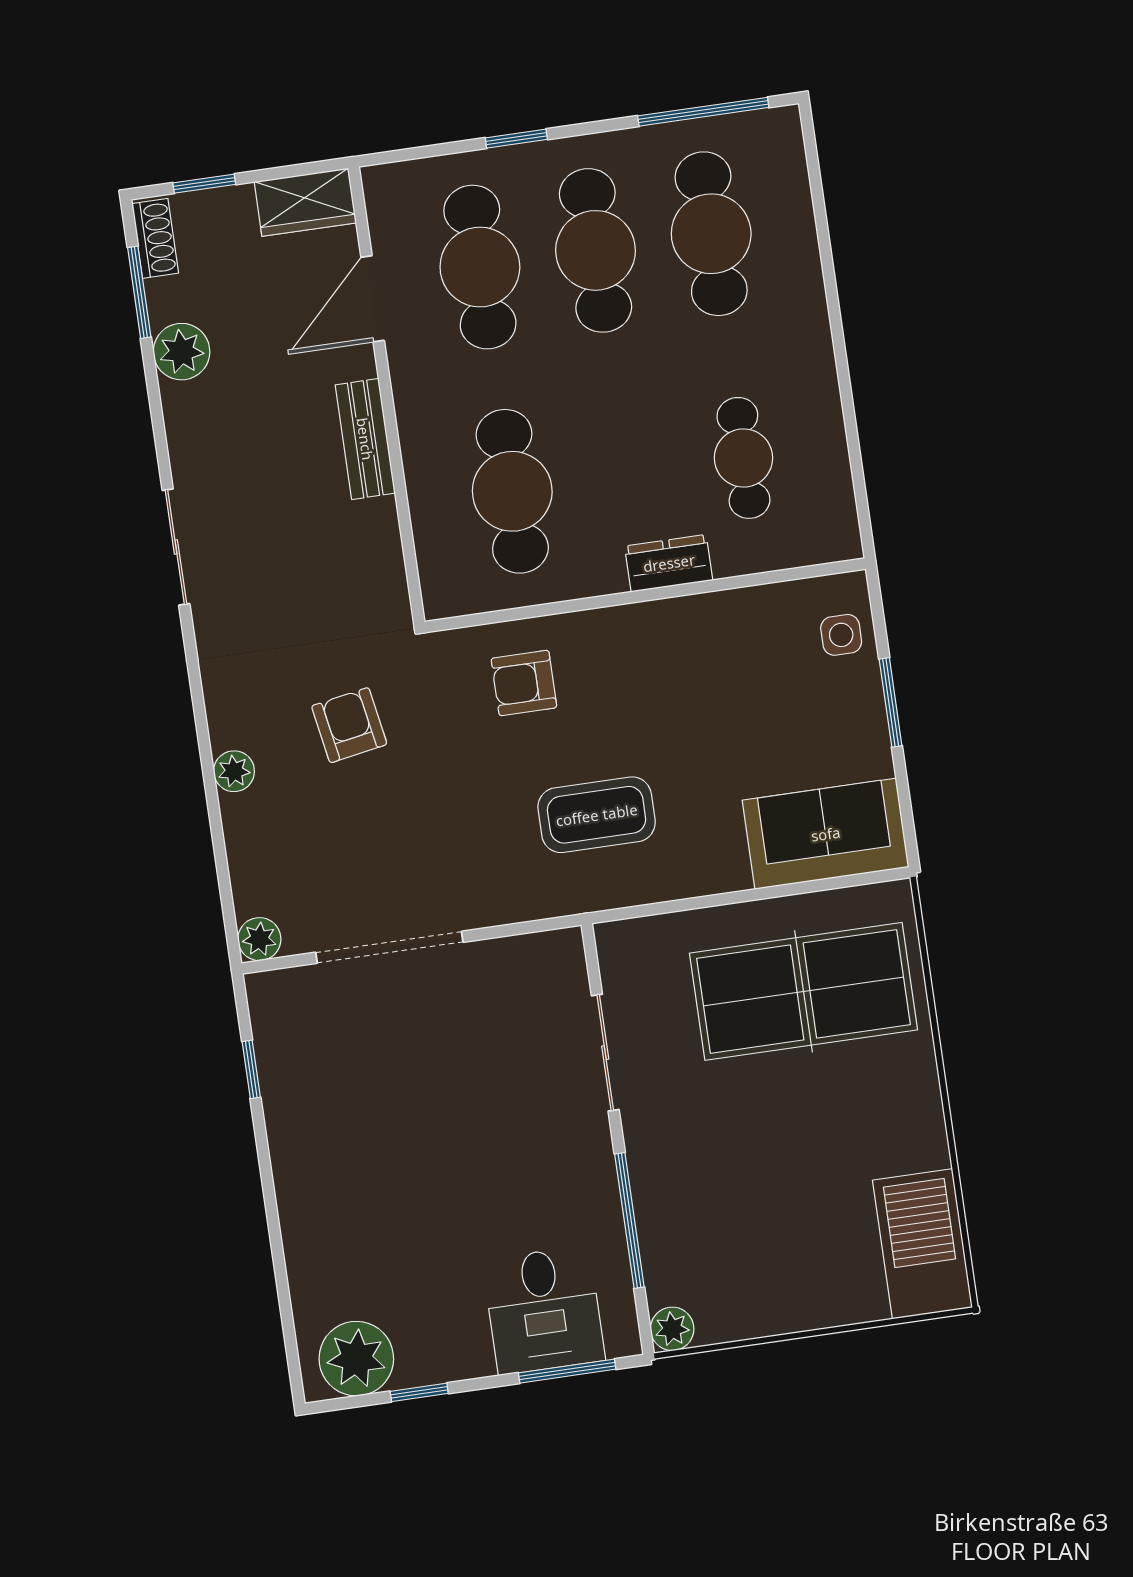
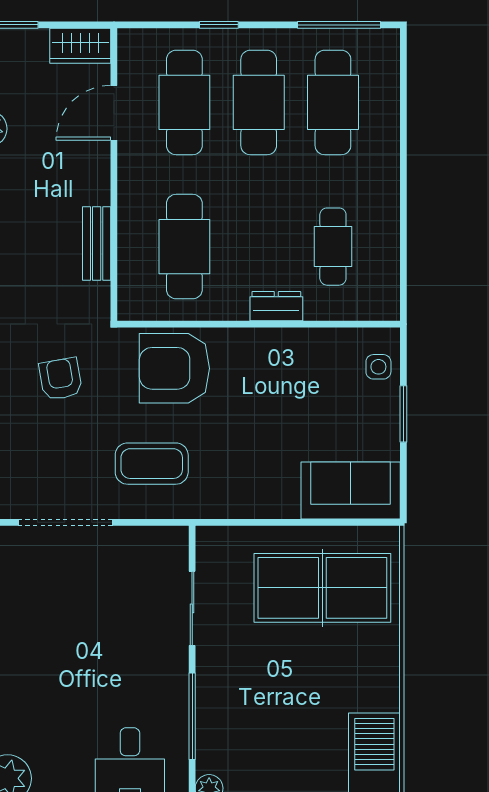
bench: (365, 439) -> (97, 243), moved
armchair: (524, 683) -> (174, 368), width x1.88, depth x1.88
coffee table: (597, 815) -> (152, 464), moved

